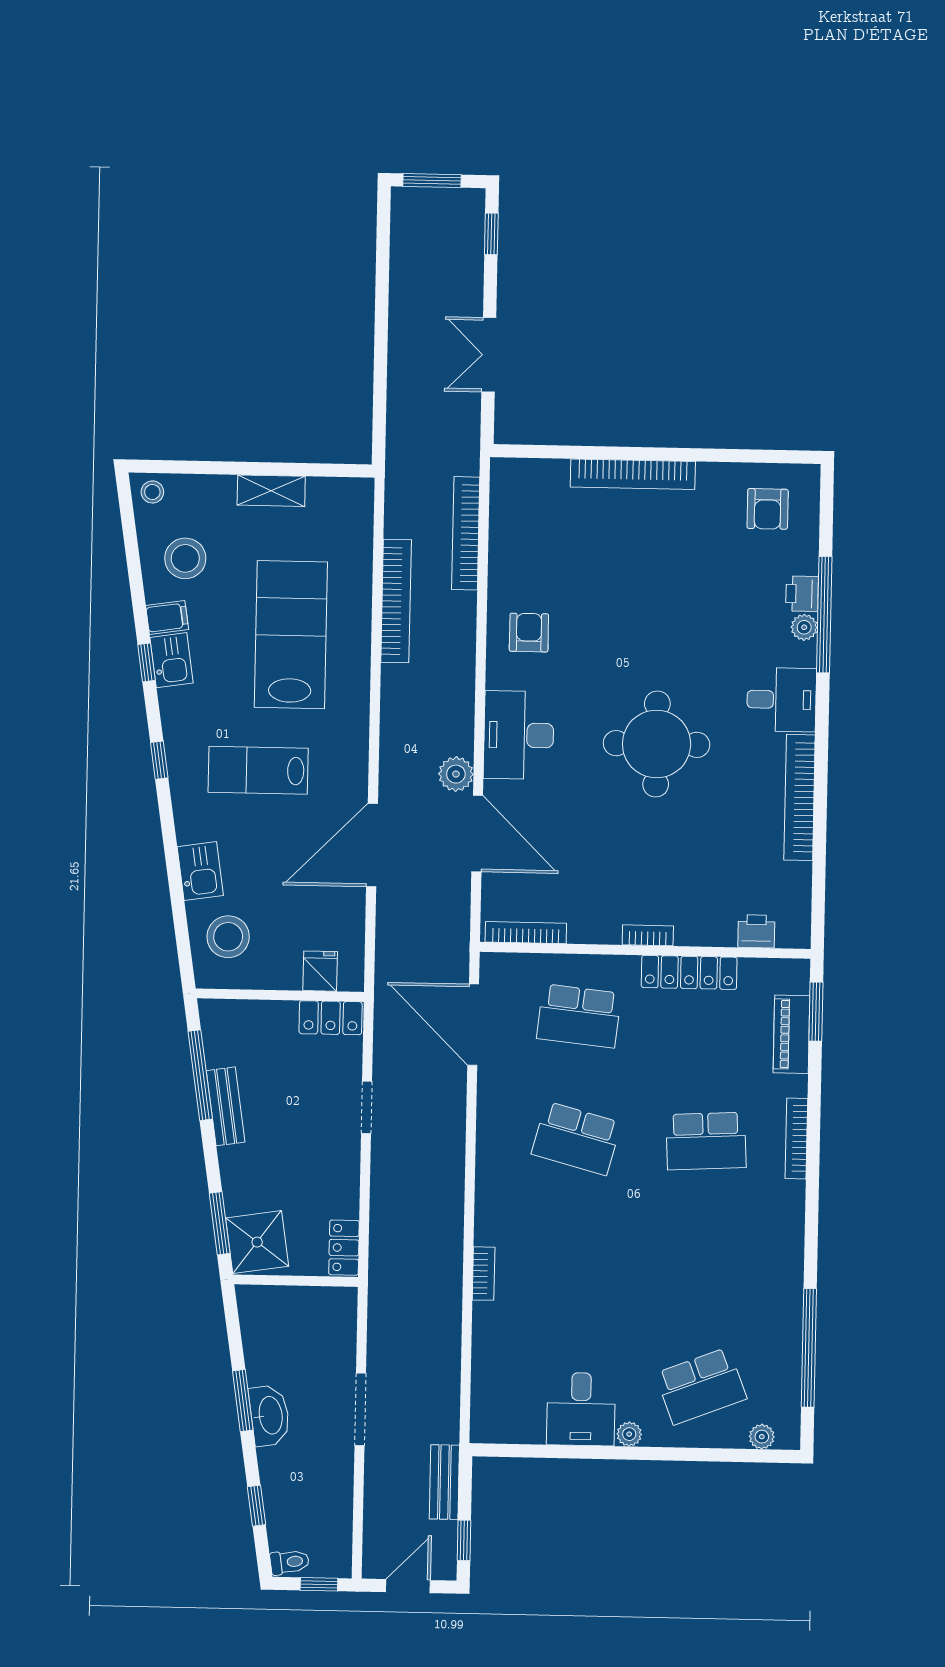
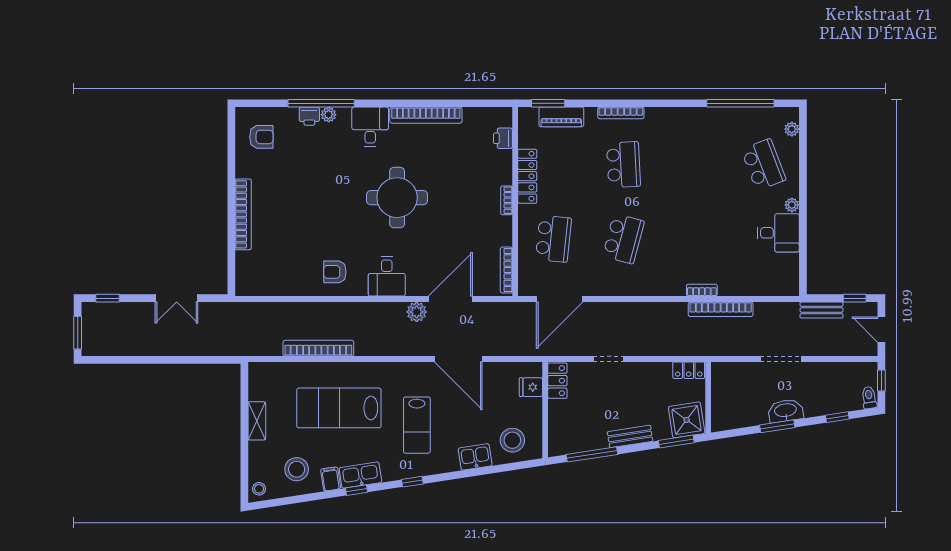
bookcase: (466, 533) -> (721, 309), moved
kitchen sink: (171, 660) -> (360, 475), width x1.38
desk: (519, 735) -> (387, 276), width x0.73
bench: (226, 1106) -> (630, 436), moved

